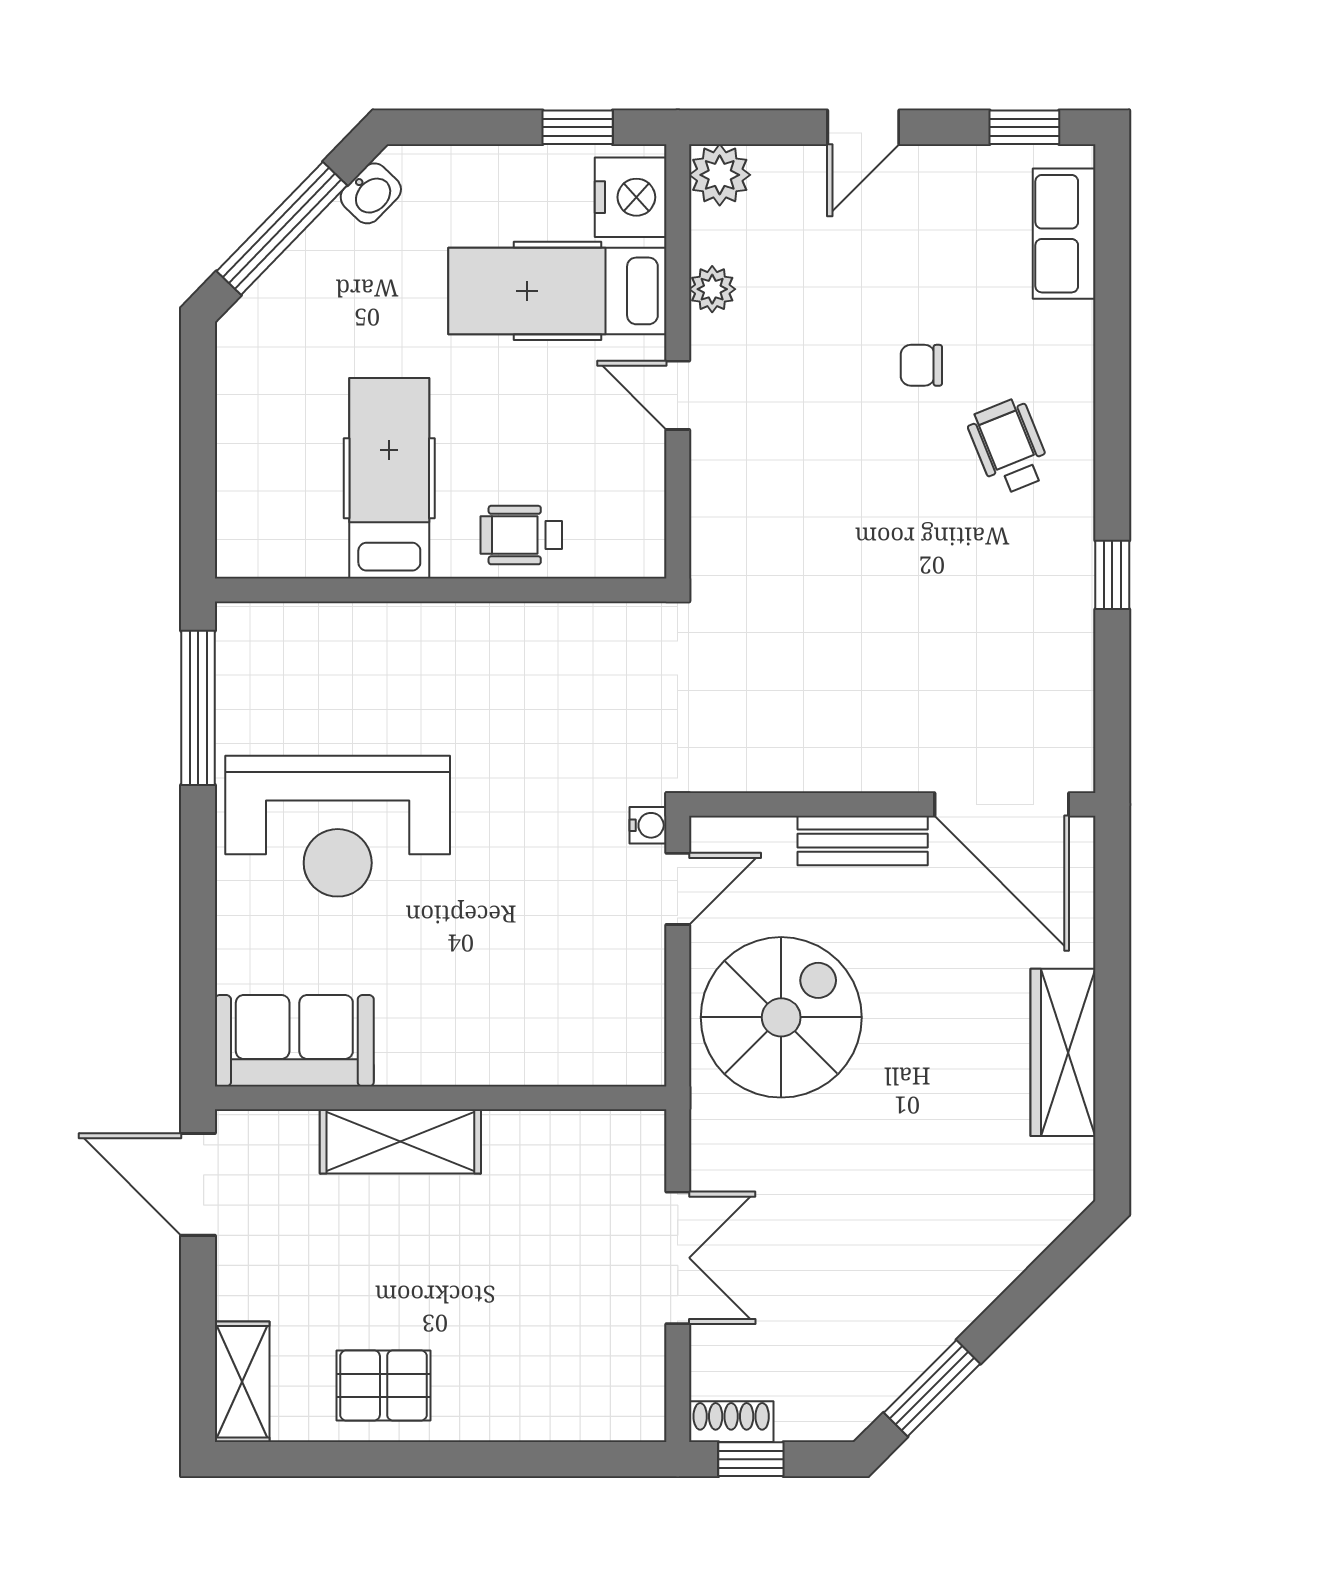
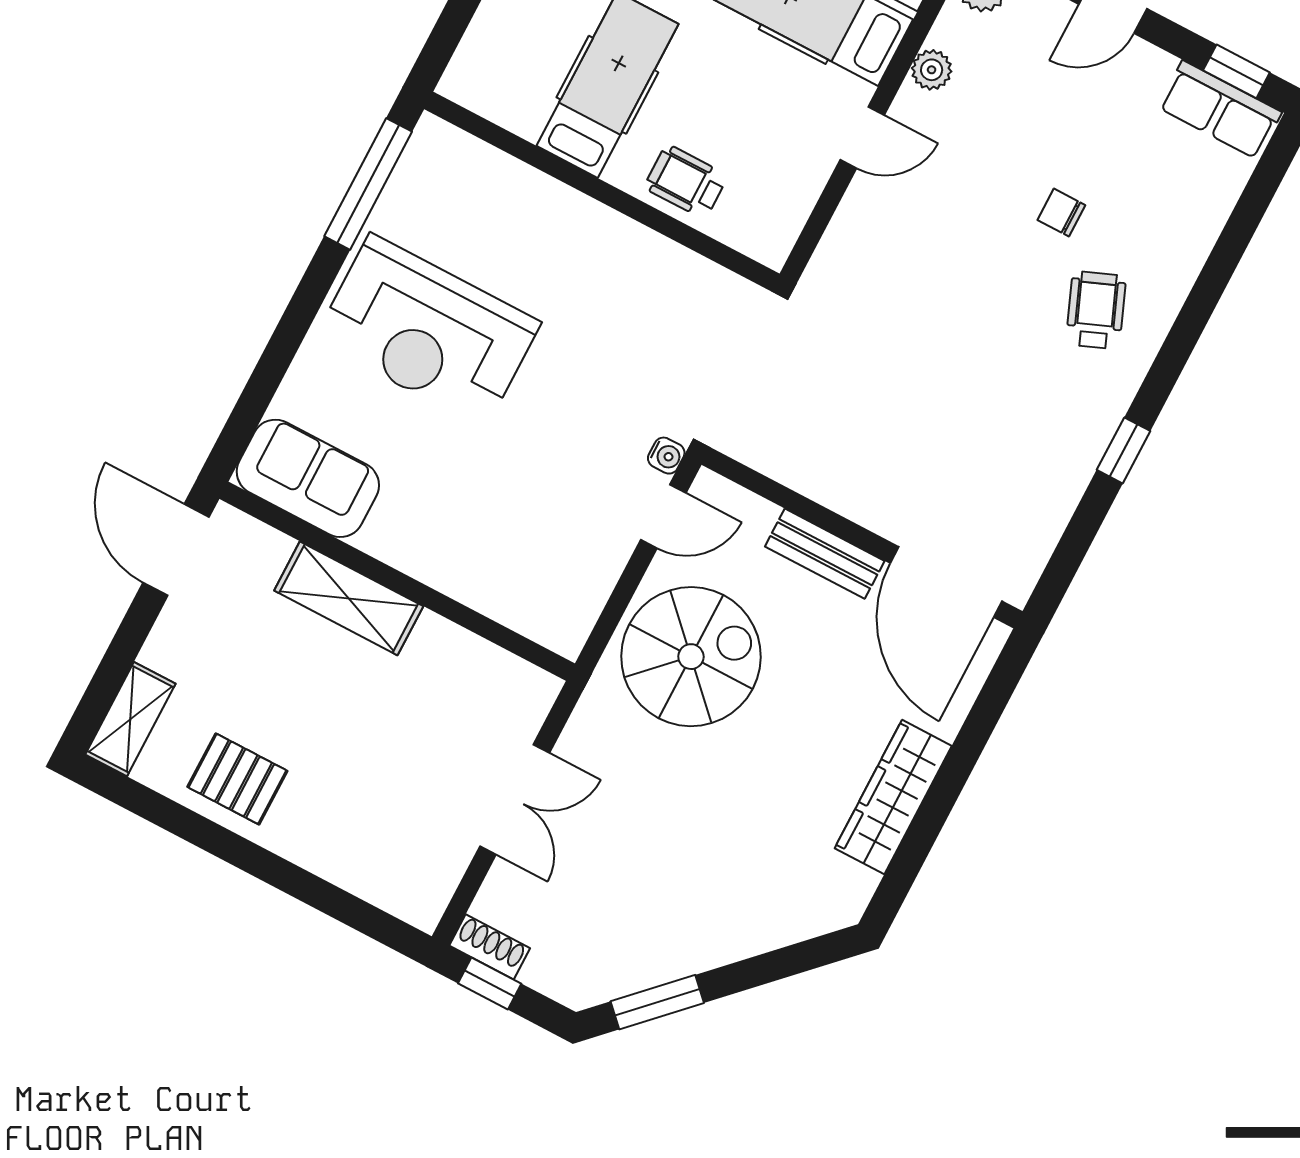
row of seats: (1064, 234) -> (1220, 110), moved, turned -90
door: (678, 395) -> (862, 137), swing flipped

